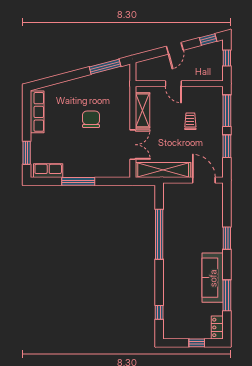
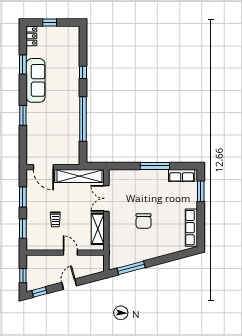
window: (227, 111) -> (23, 229), width x0.69
window: (227, 295) -> (23, 65), width x0.69
window: (159, 312) -> (83, 72), moved

